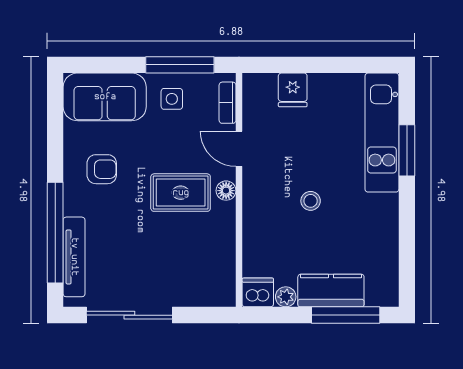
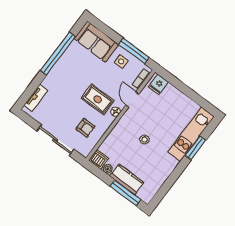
fridge: (293, 90) -> (159, 84), moved
armchair: (102, 169) -> (85, 128), moved
window: (55, 233) -> (58, 54), moved
tv unit: (74, 257) -> (36, 98), width x0.71
sliding door: (129, 315) -> (55, 140), moved

